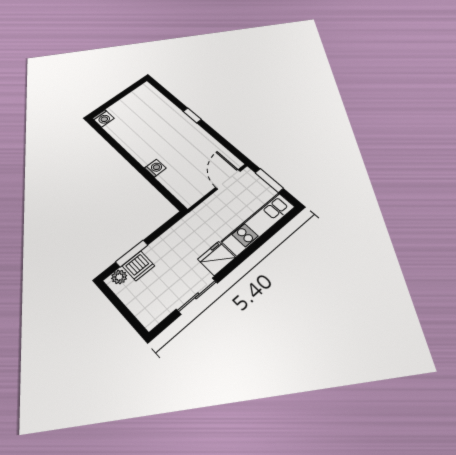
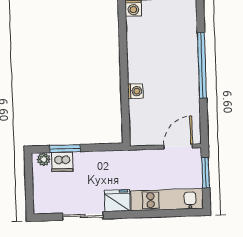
window: (192, 115) -> (202, 65), width x3.17

